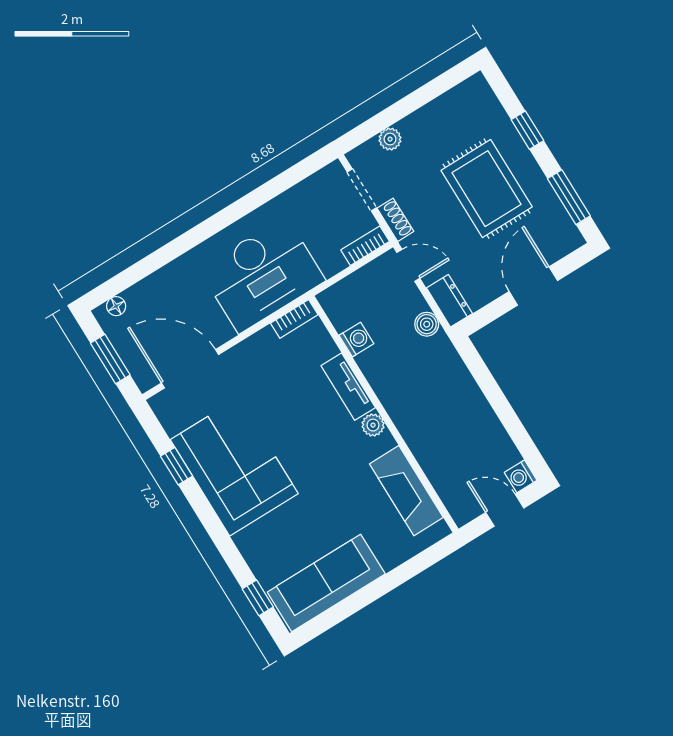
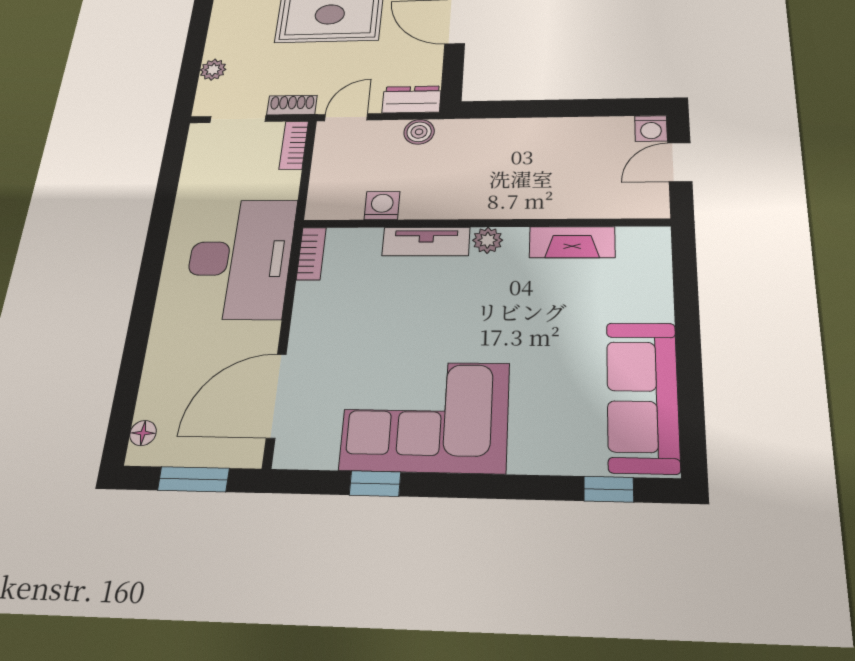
fireplace: (406, 491) -> (572, 242), width x0.73, depth x0.76

